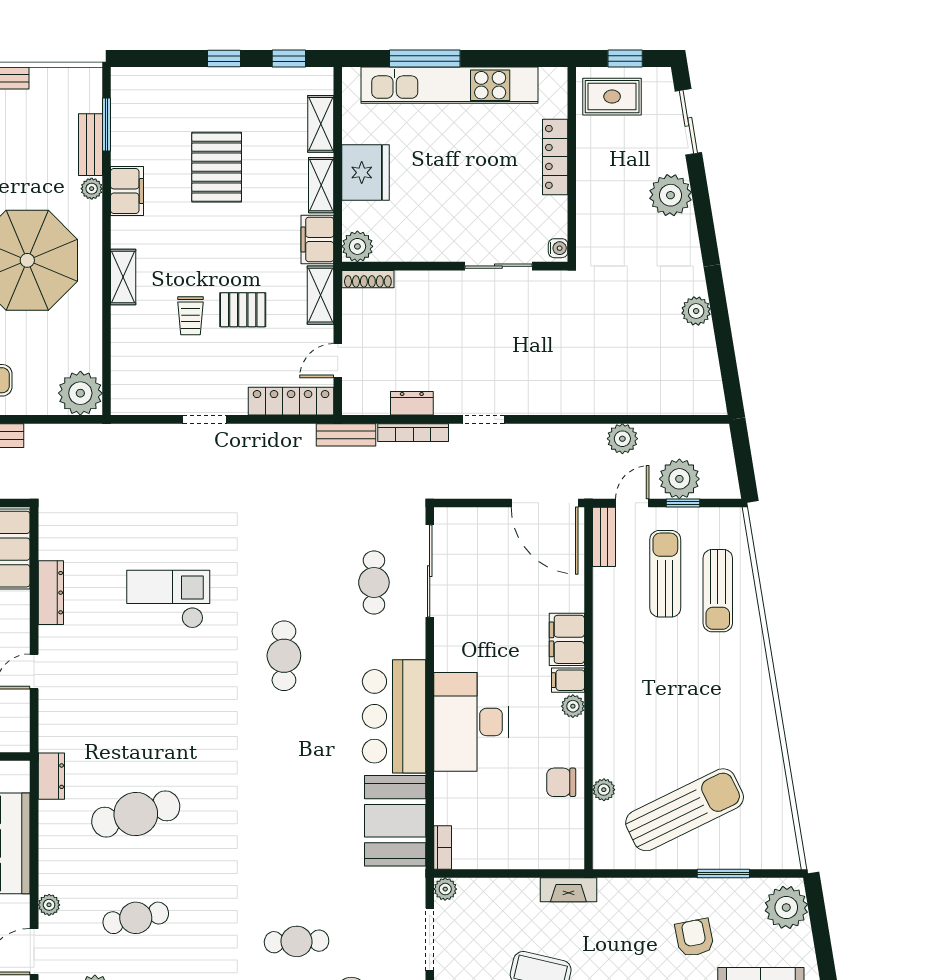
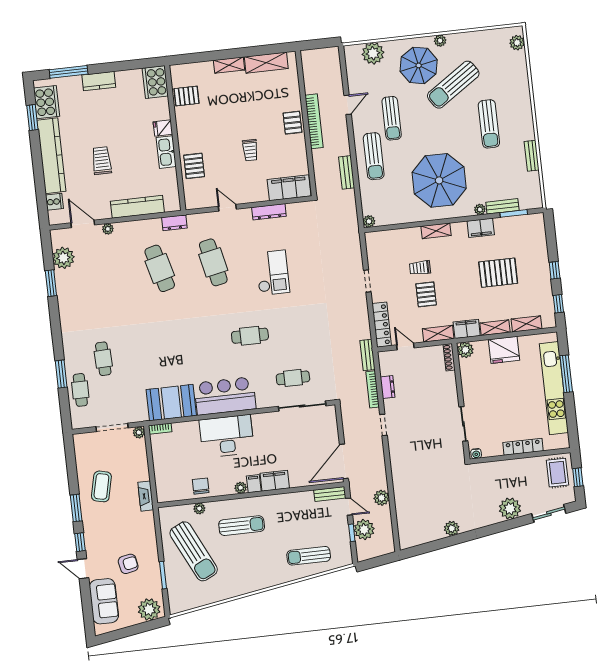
plant: (80, 393) -> (369, 221), width x0.53, depth x0.53
sun lounger: (665, 574) -> (242, 526), moved
cafe table: (136, 918) -> (213, 262), moved, width x1.37, depth x1.35

